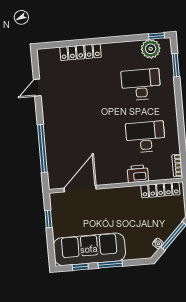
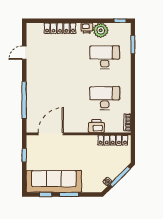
printer: (115, 49) -> (87, 28), added
plant: (151, 49) -> (101, 30), moved

